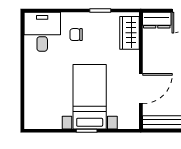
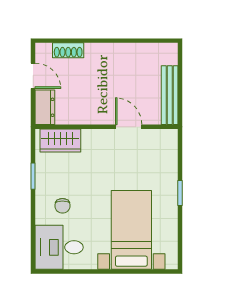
door: (141, 89) -> (129, 127), width x0.73
bed with nightstands: (90, 97) -> (131, 230), moved, turned 90

